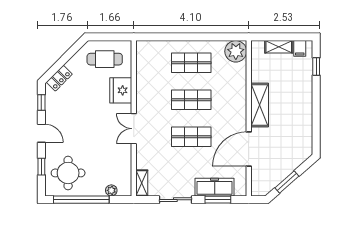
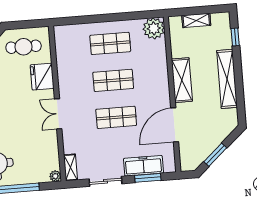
filing cabinet: (300, 48) -> (217, 20), removed
shelving: (305, 107) -> (227, 79), added
plant: (111, 190) -> (55, 176), moved

